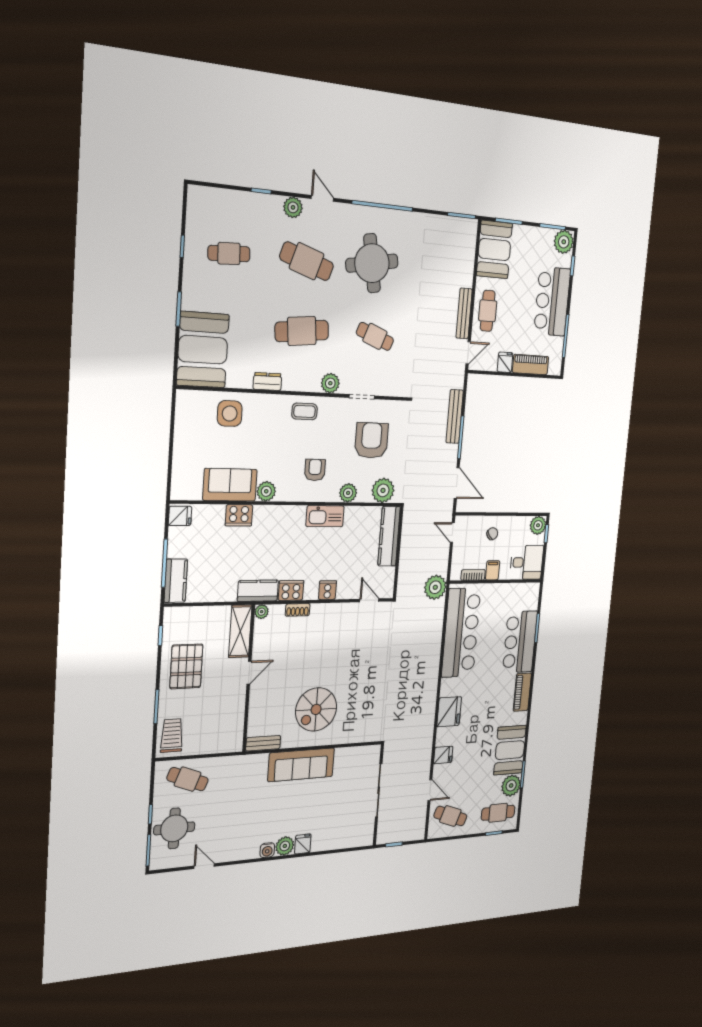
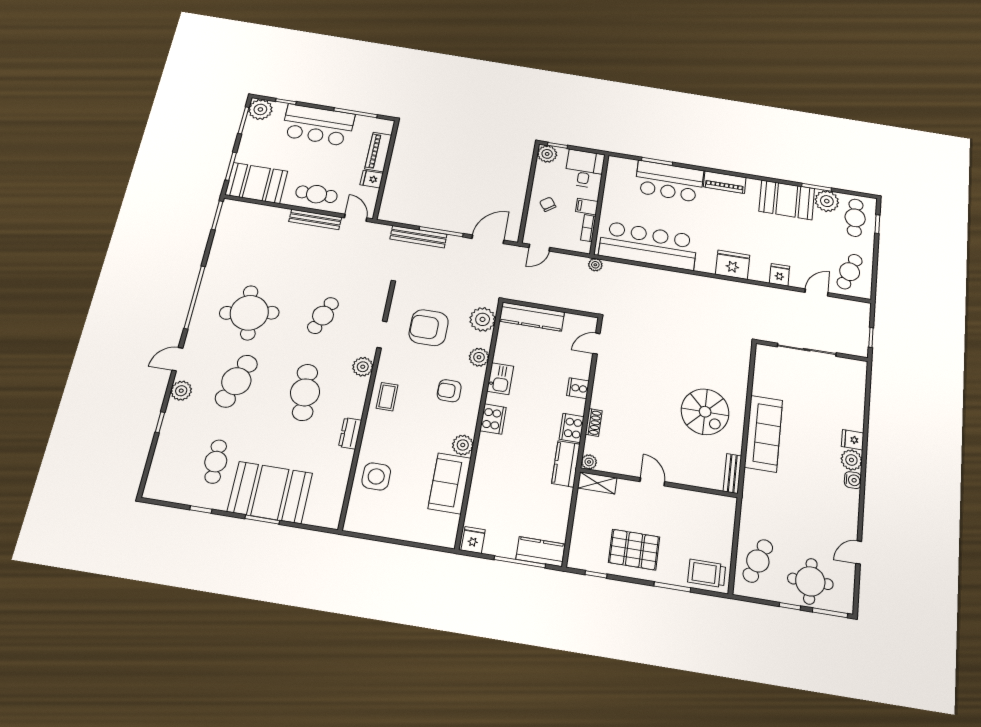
booth: (203, 350) -> (270, 492), moved
cooker: (239, 515) -> (493, 419), moved
kitchen sink: (325, 516) -> (500, 379), width x0.73
plant: (435, 587) -> (595, 265), width x0.53, depth x0.53
shelving: (240, 631) -> (597, 483), width x0.67, depth x0.75

